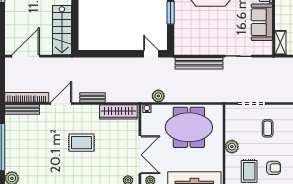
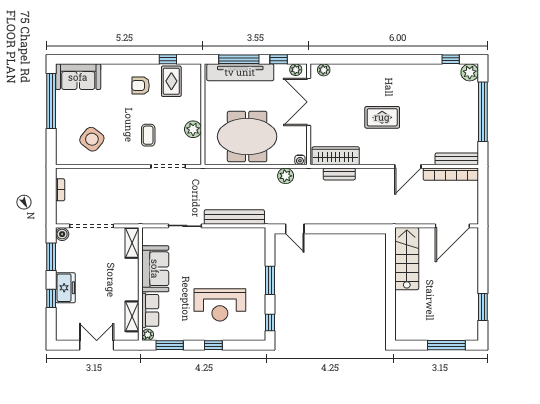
bench: (93, 97) -> (339, 174), moved
plant: (232, 147) -> (193, 129), moved

